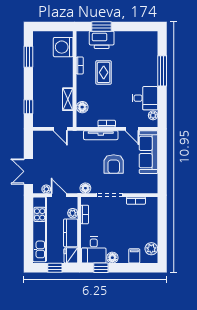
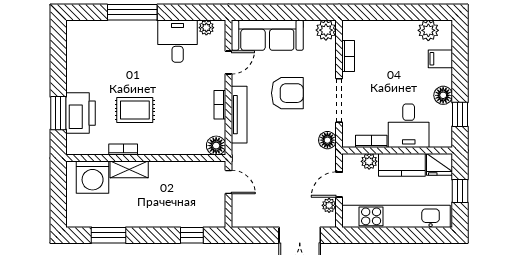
shelving: (68, 99) -> (129, 169), moved
floor lamp: (82, 107) -> (216, 146), moved
door: (60, 129) -> (229, 182), hinge flipped
plant: (151, 187) -> (326, 30), added
desk: (94, 250) -> (409, 126), moved, turned 90

